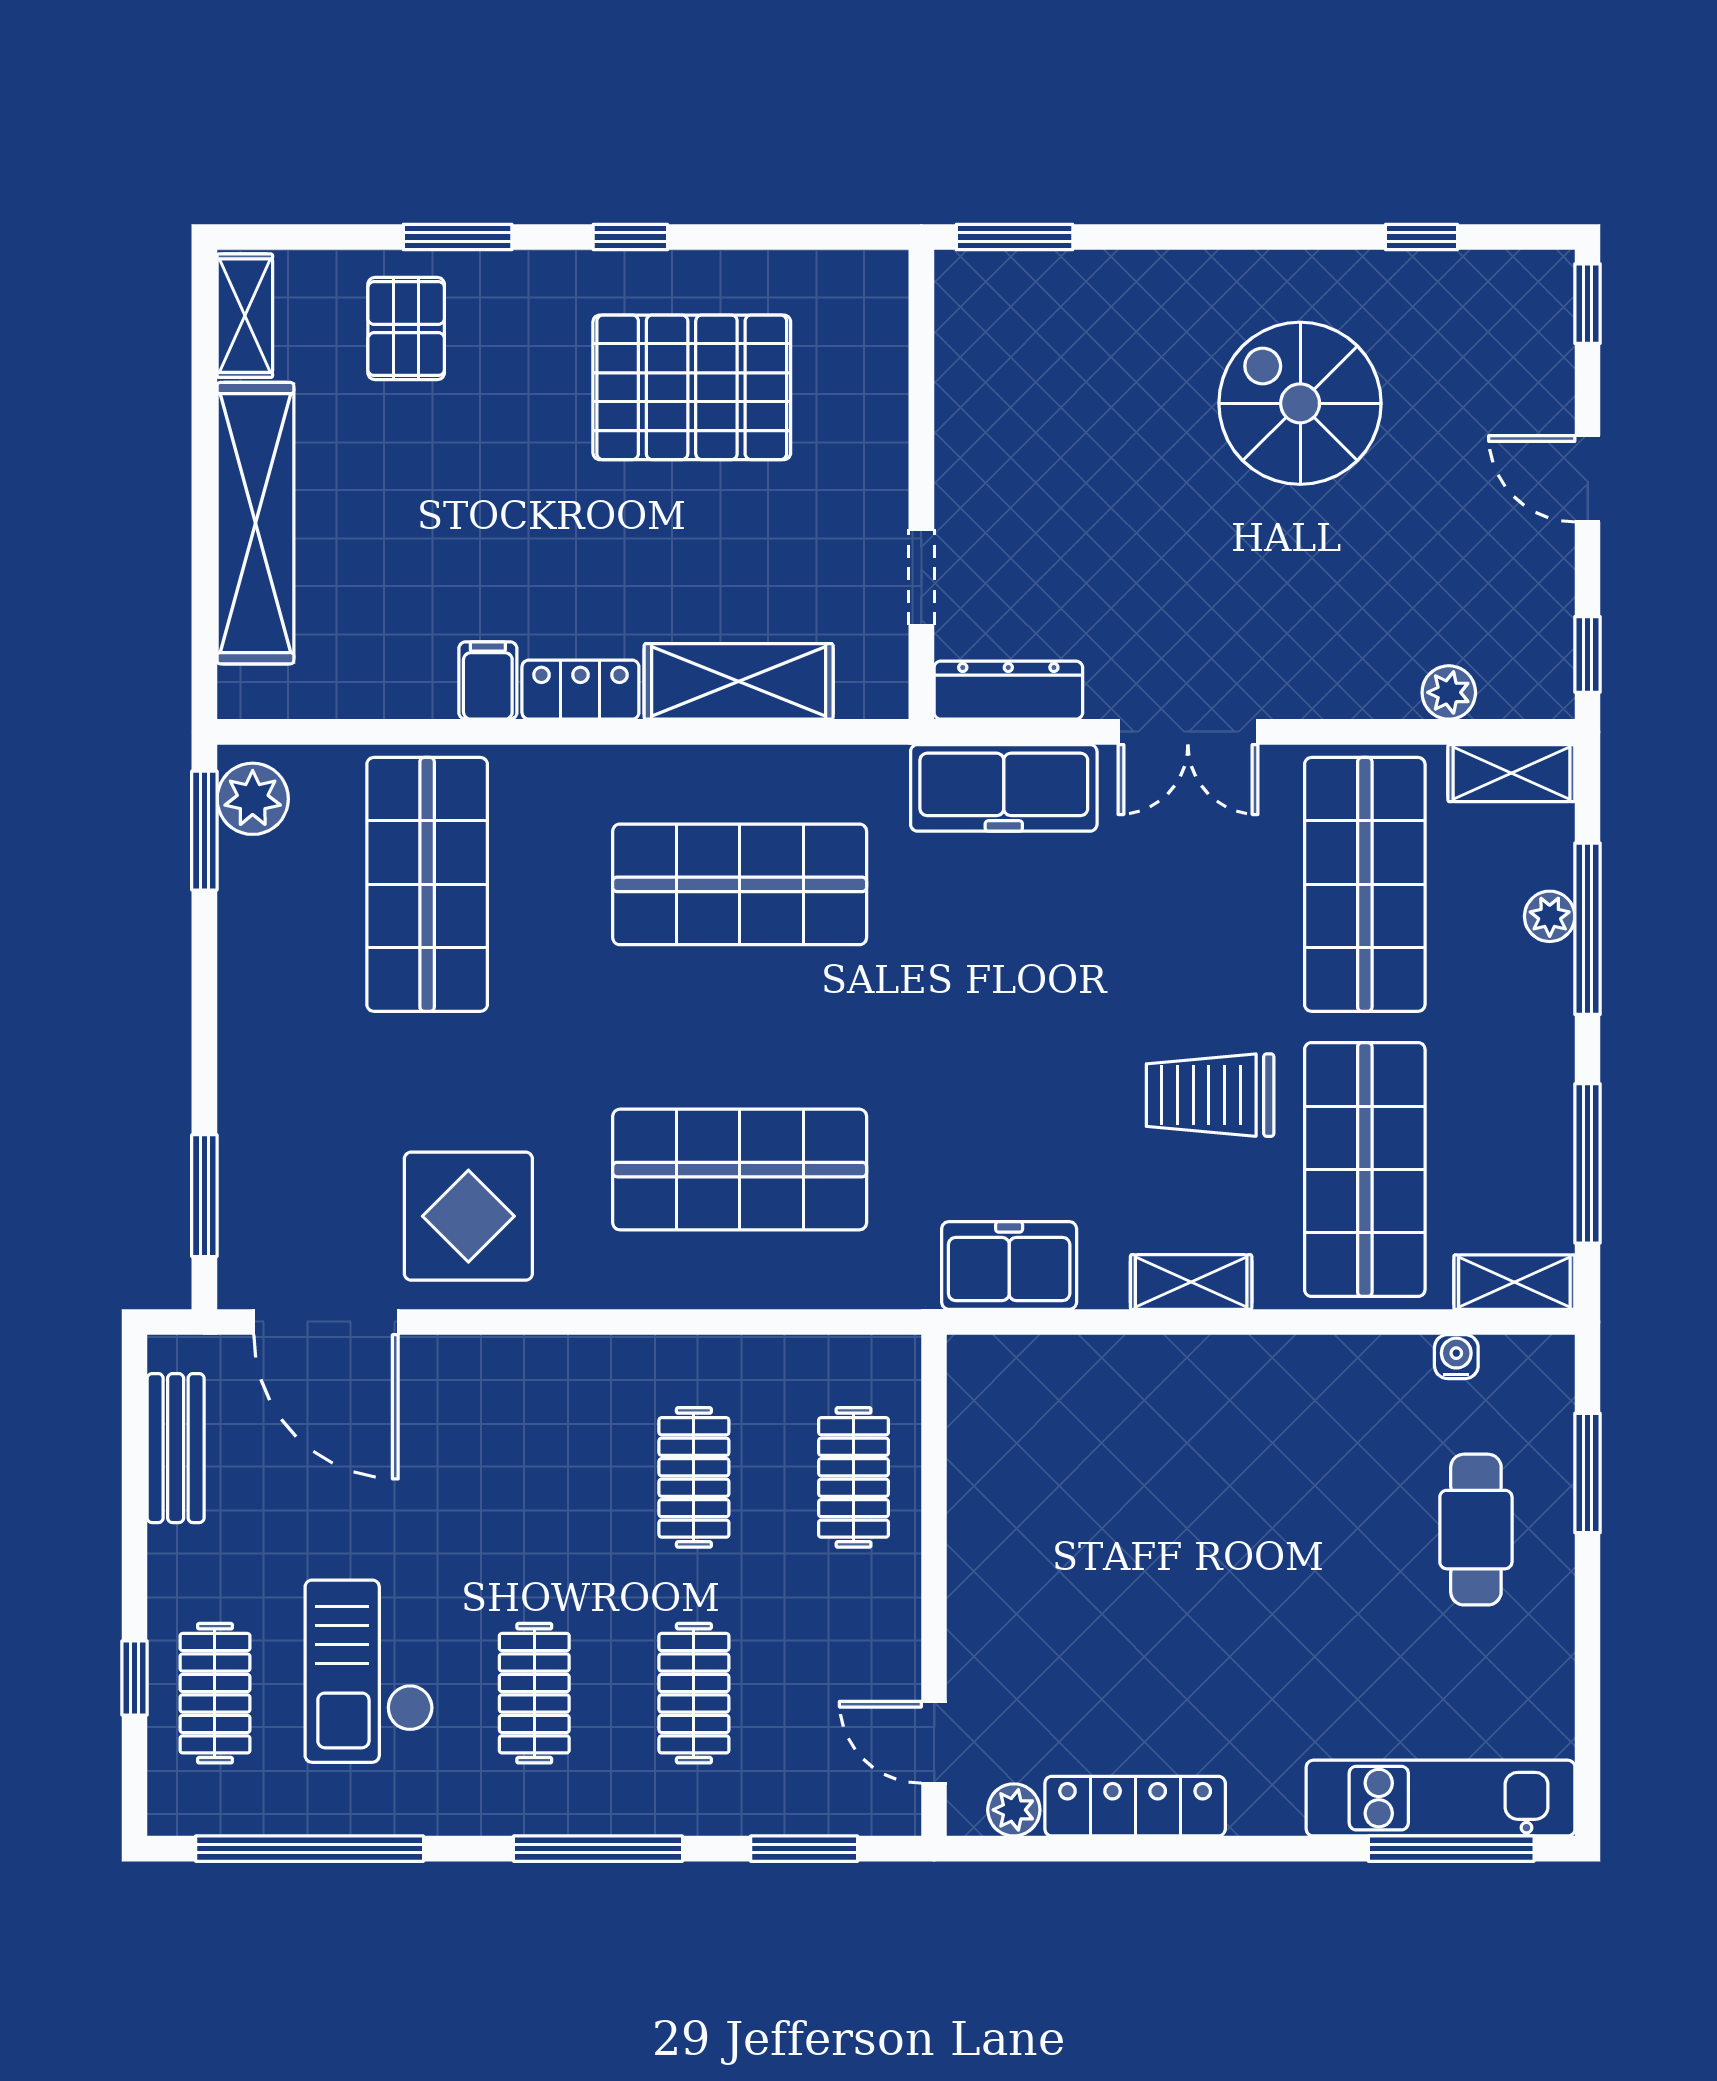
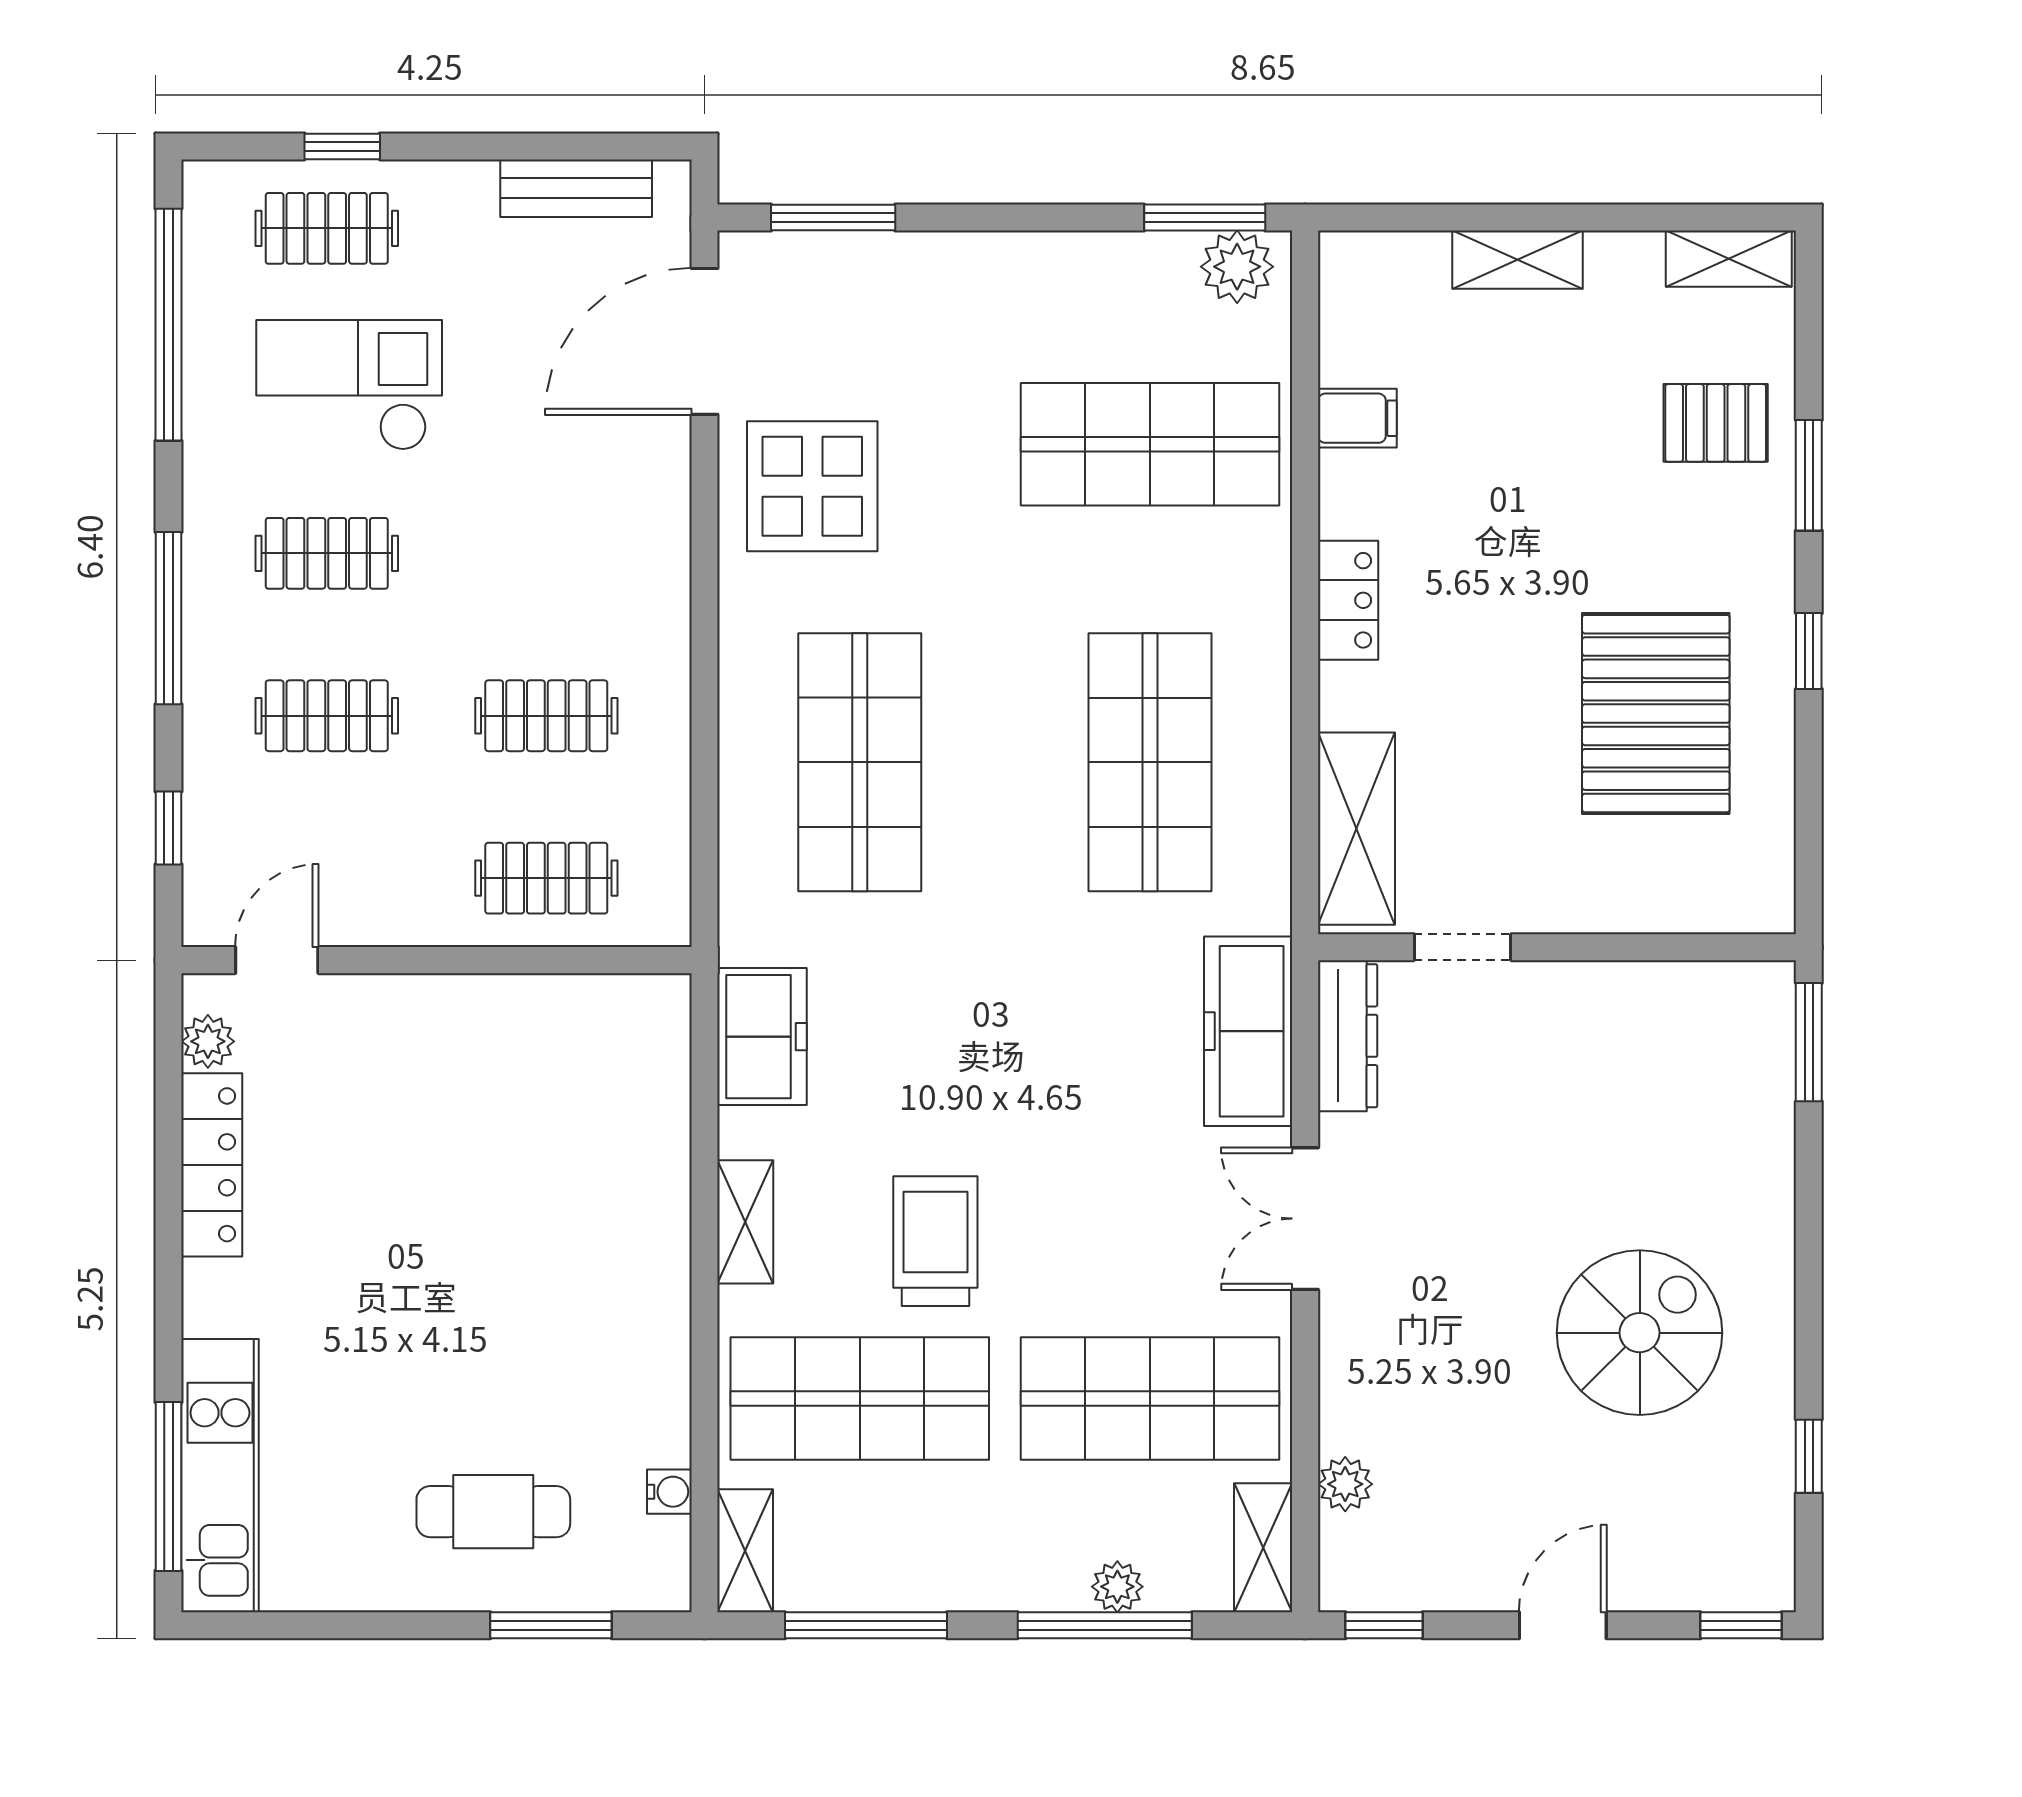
shelving: (255, 523) -> (1518, 260), width x0.45, depth x0.75
filing cabinet: (488, 681) -> (1357, 418), moved
shelving: (739, 681) -> (1357, 829), moved
window: (804, 1849) -> (169, 828), width x0.67

